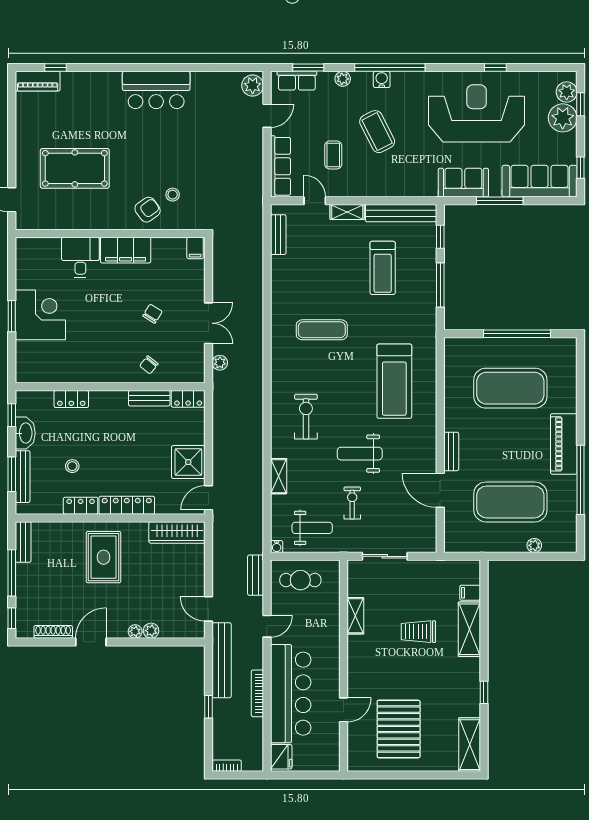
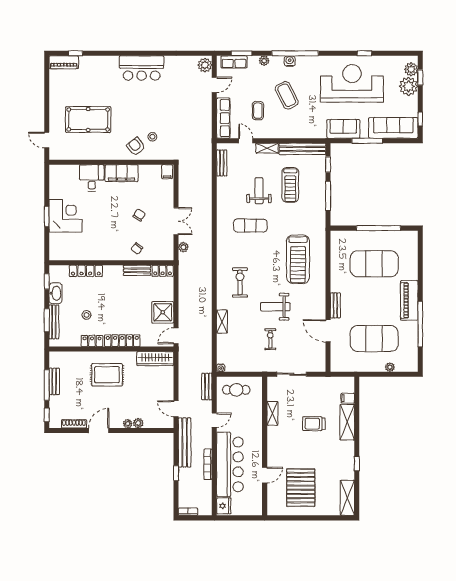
armchair: (148, 210) -> (136, 147), turned -92
locker: (71, 399) -> (86, 271), width x1.53
weight bench: (312, 528) -> (259, 191), moved, turned -90
bench: (23, 542) -> (54, 381), moved
rug: (104, 557) -> (107, 375), turned 90

